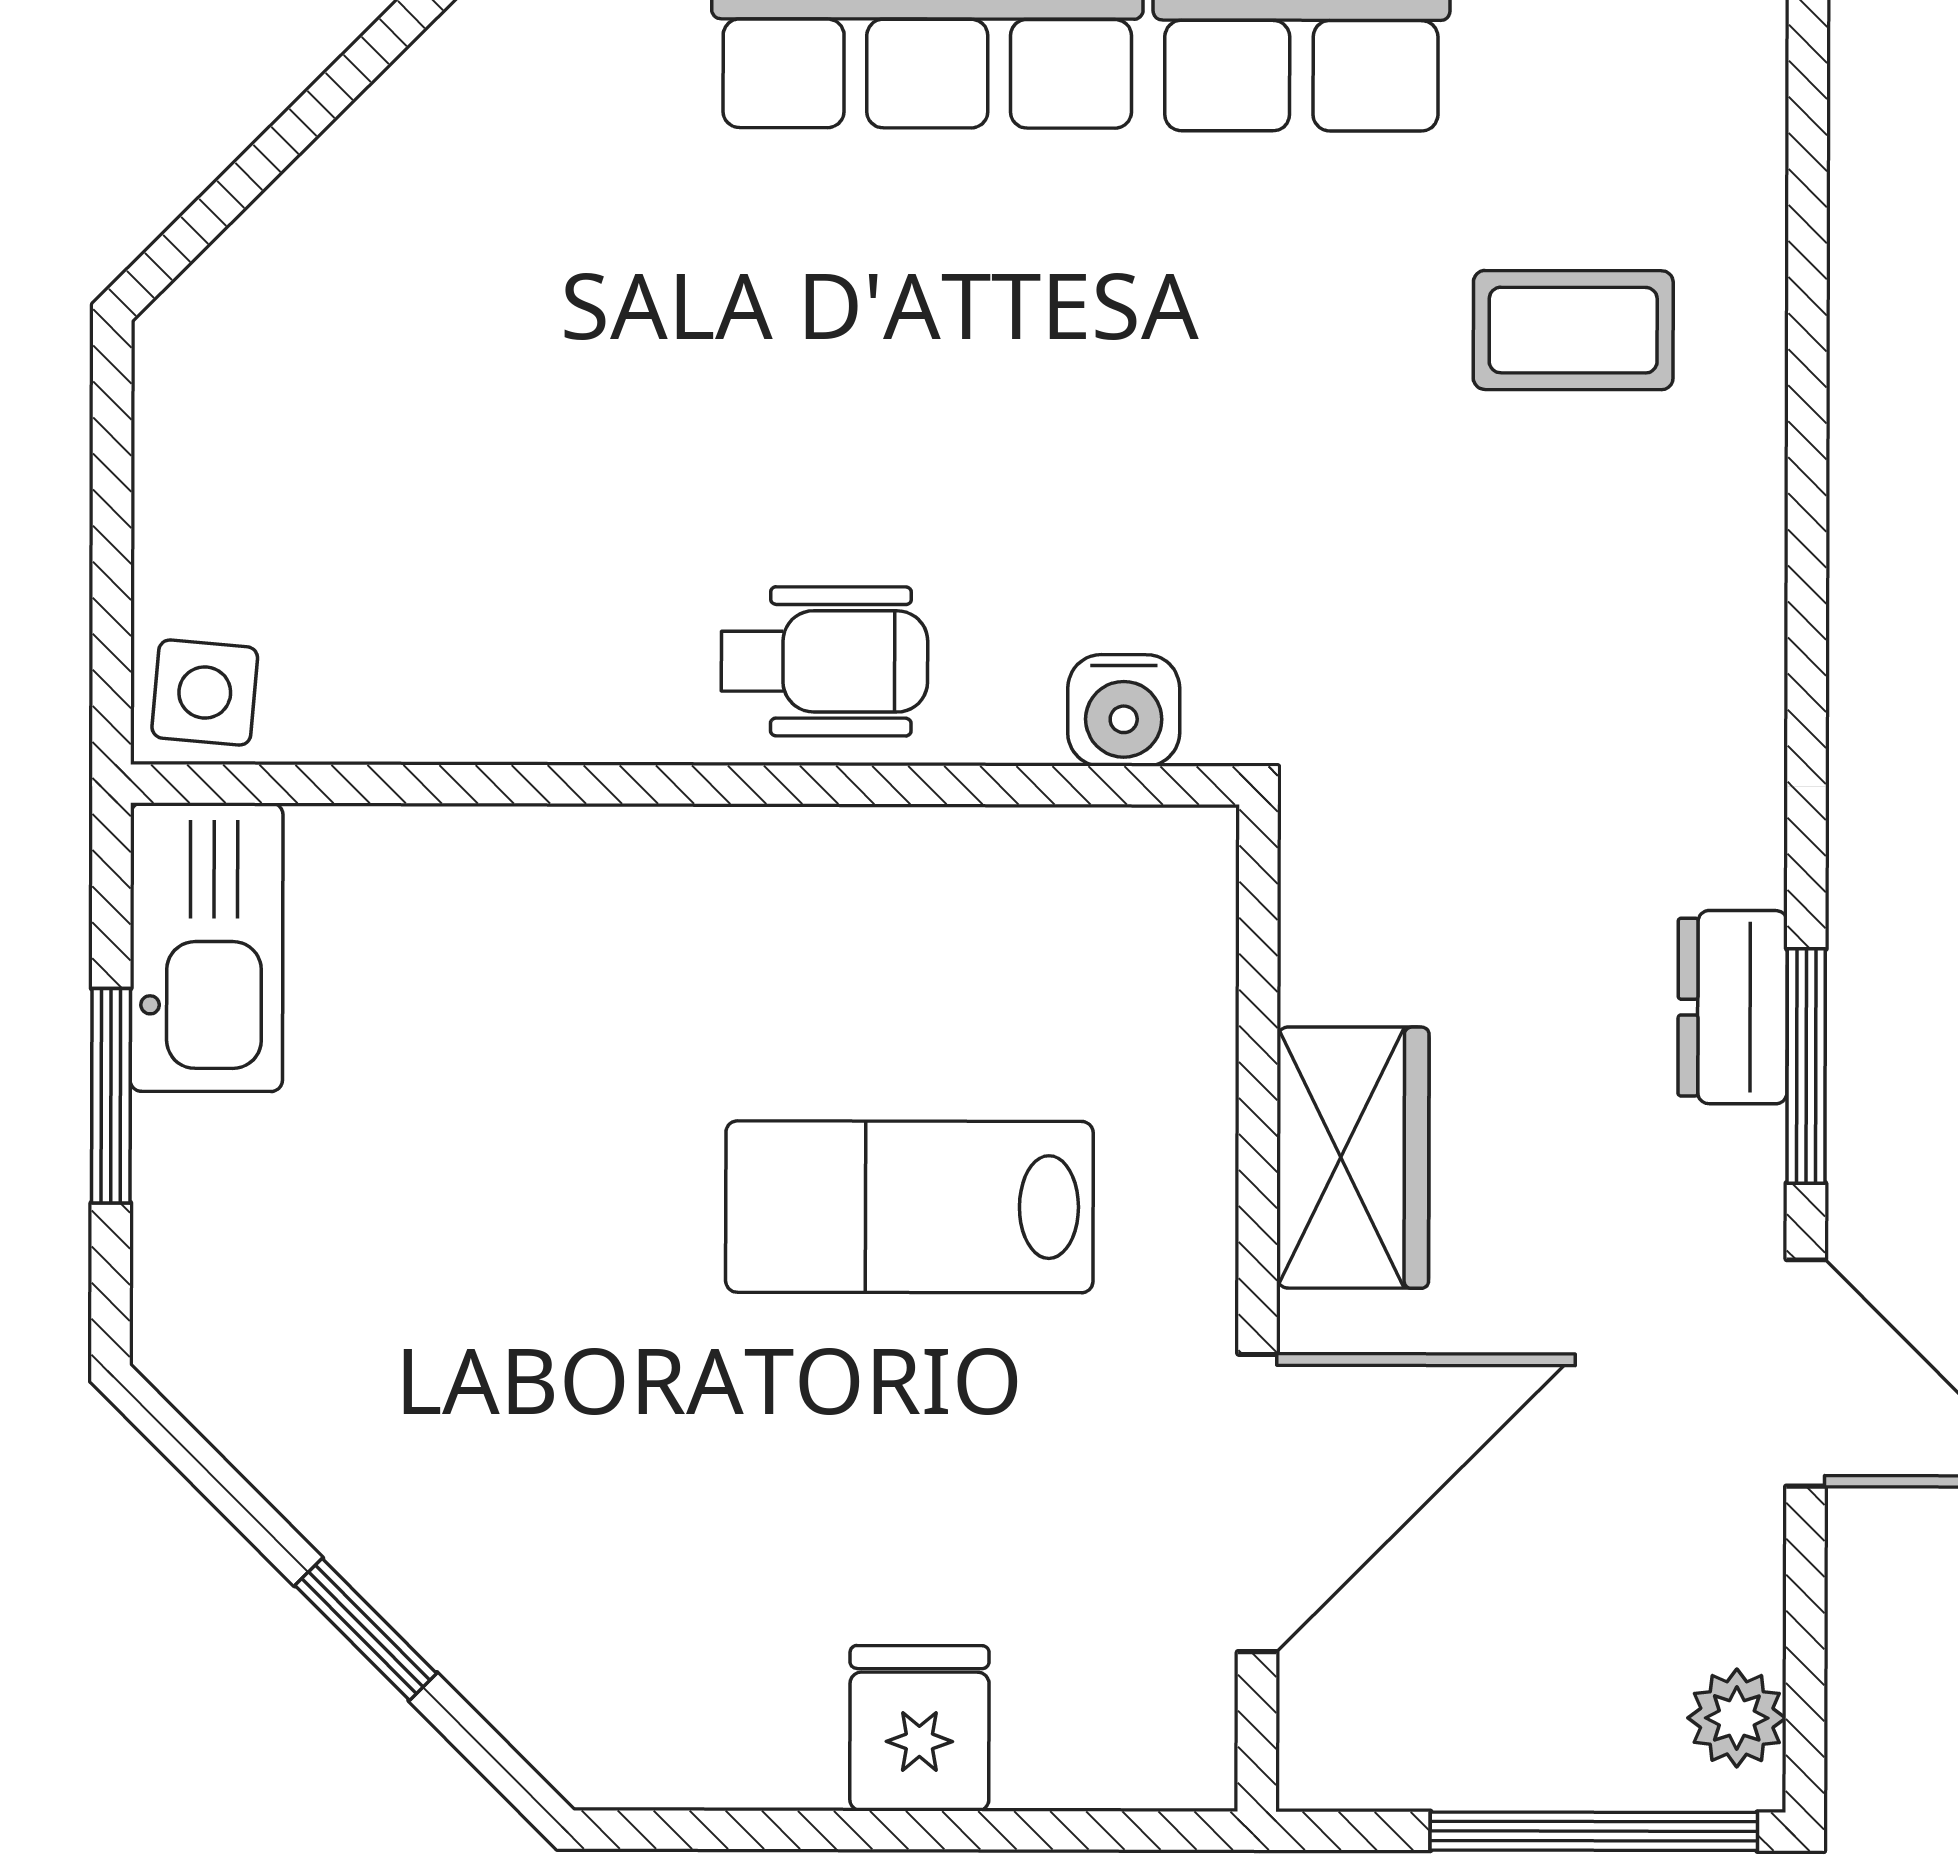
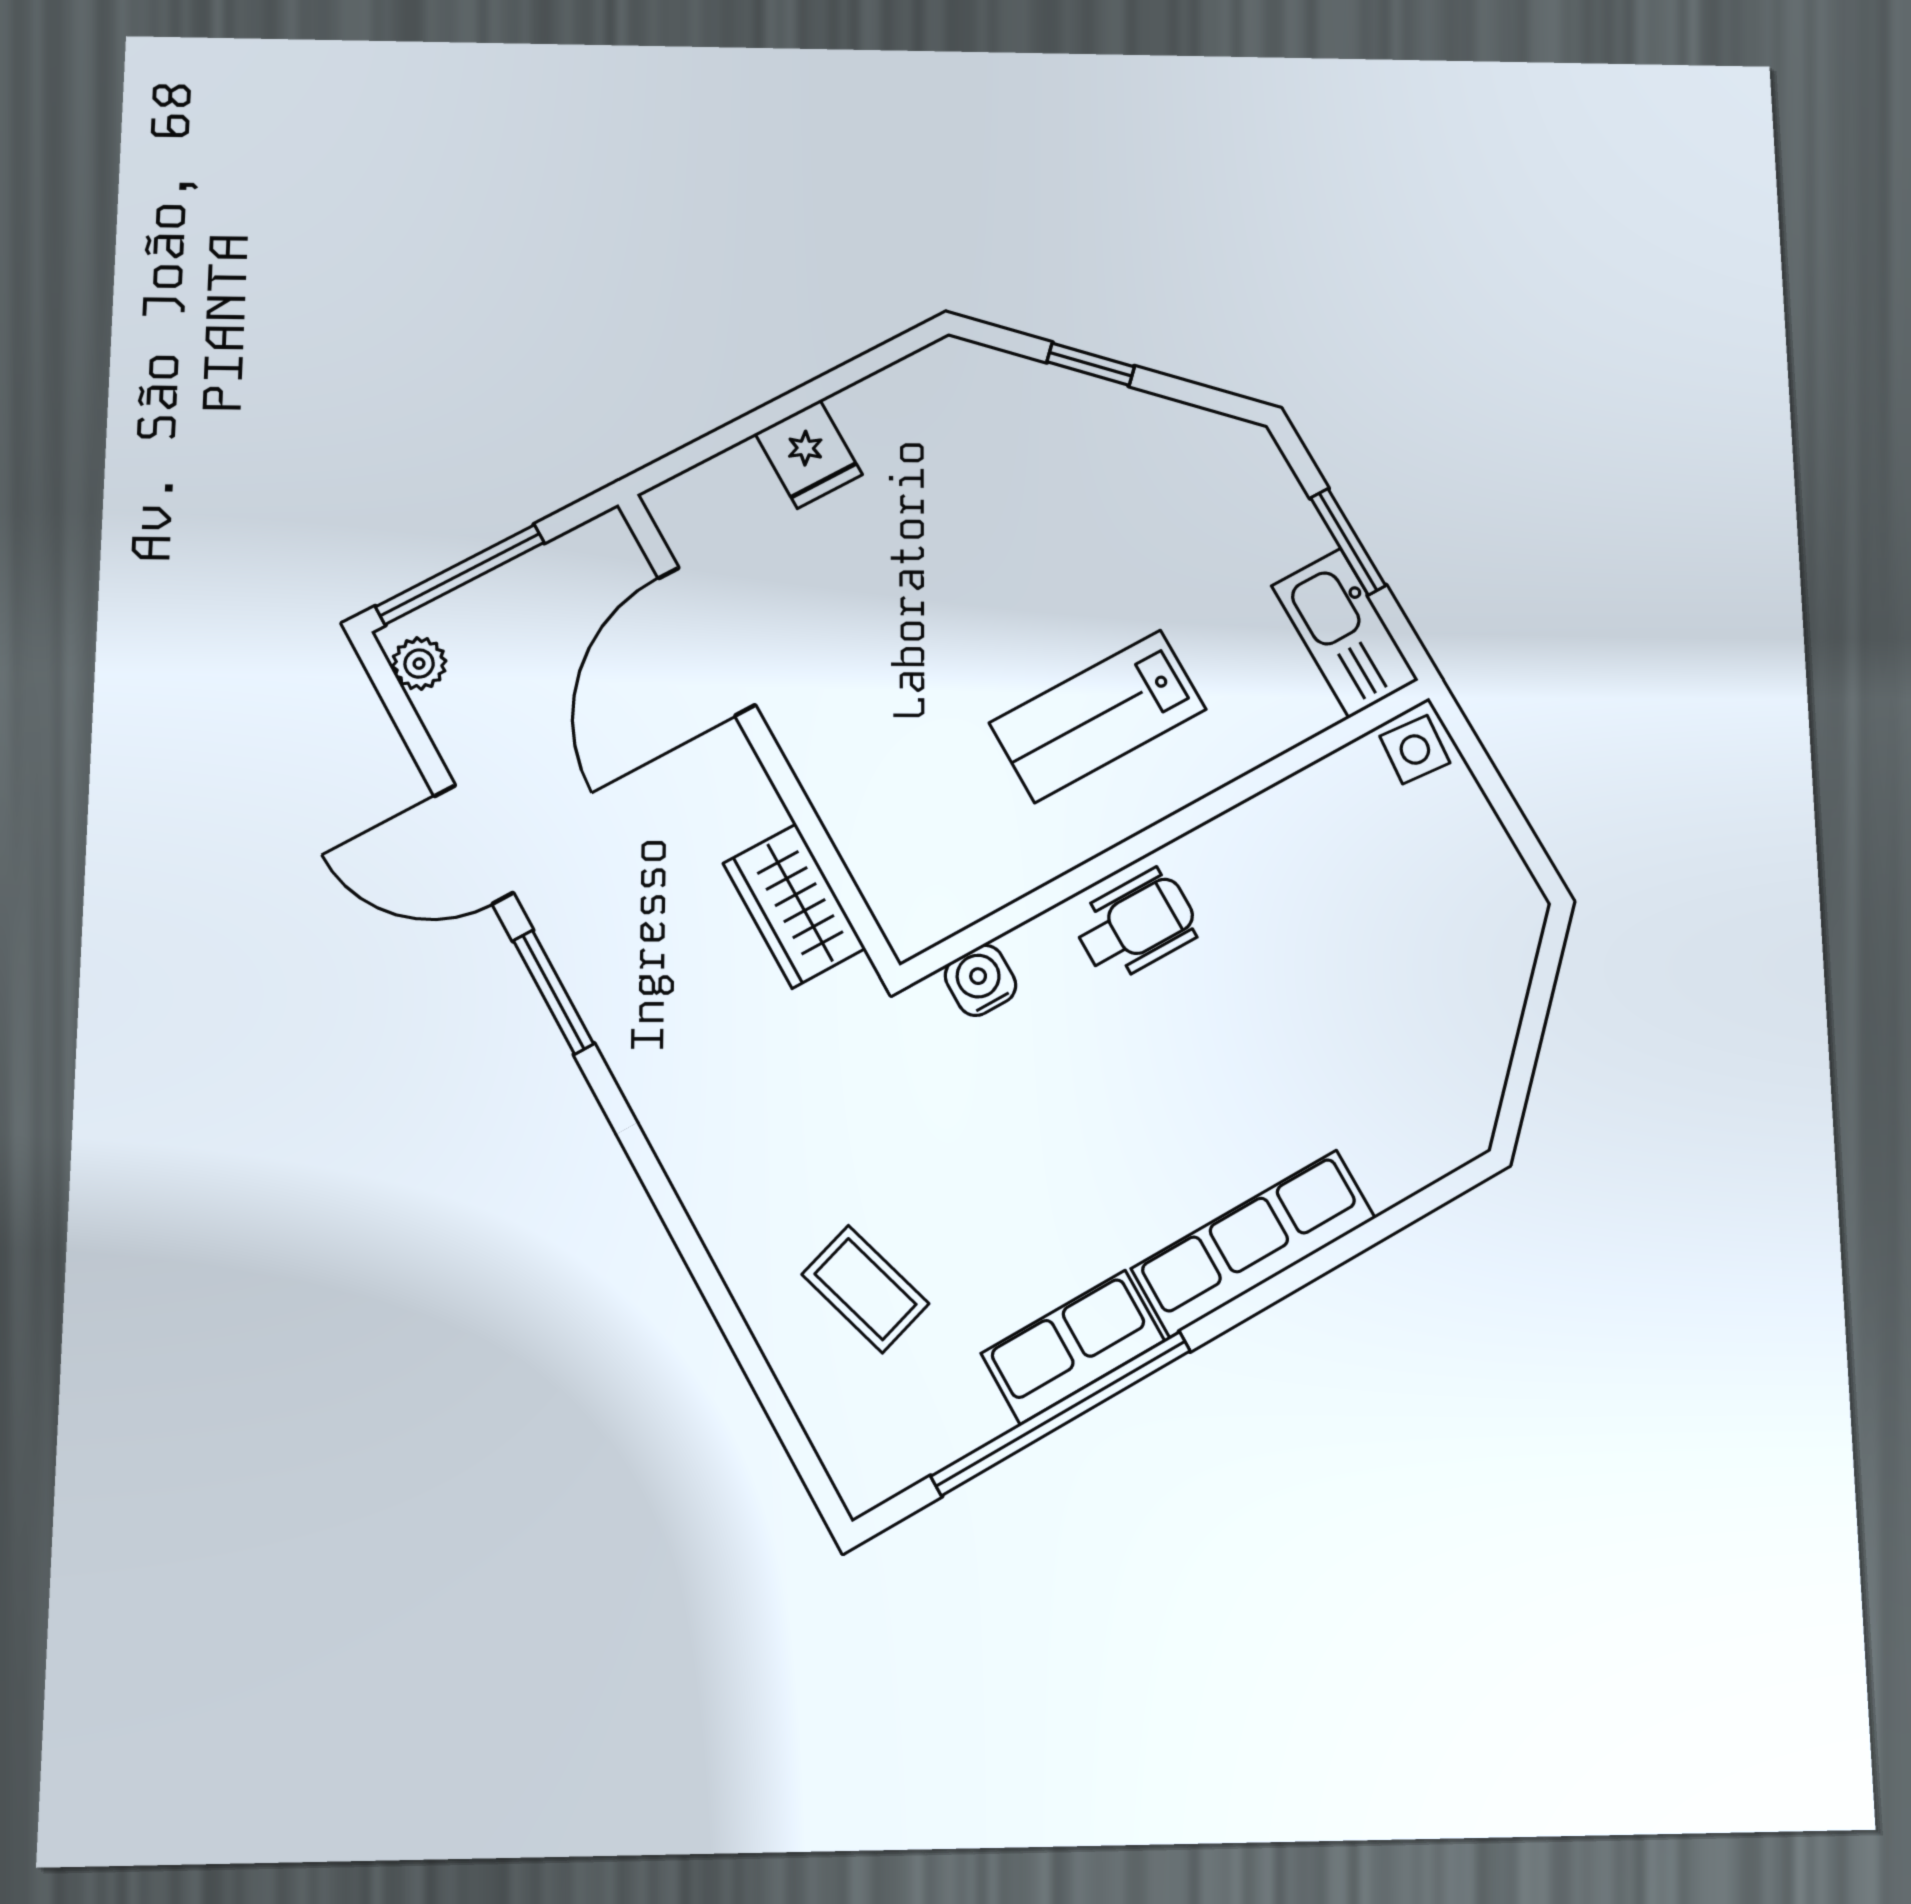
coffee table: (1573, 330) -> (865, 1289), turned 73
wheelchair: (824, 661) -> (1136, 924), turned 180
dresser: (1733, 1007) -> (605, 1001), removed
wardrobe: (1353, 1158) -> (794, 906), moved
lab bench: (909, 1207) -> (1098, 716), moved, turned 180

